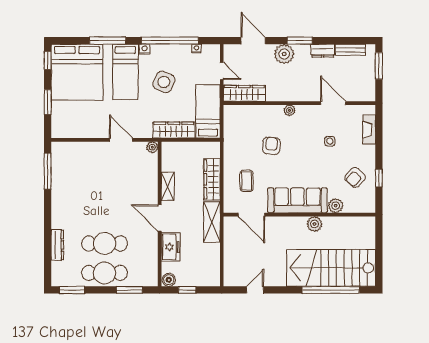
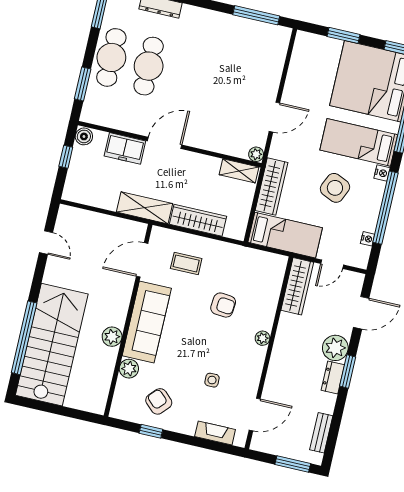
dresser: (323, 51) -> (333, 378), moved
door: (333, 103) -> (255, 414), moved
shelving: (168, 186) -> (239, 171), moved

